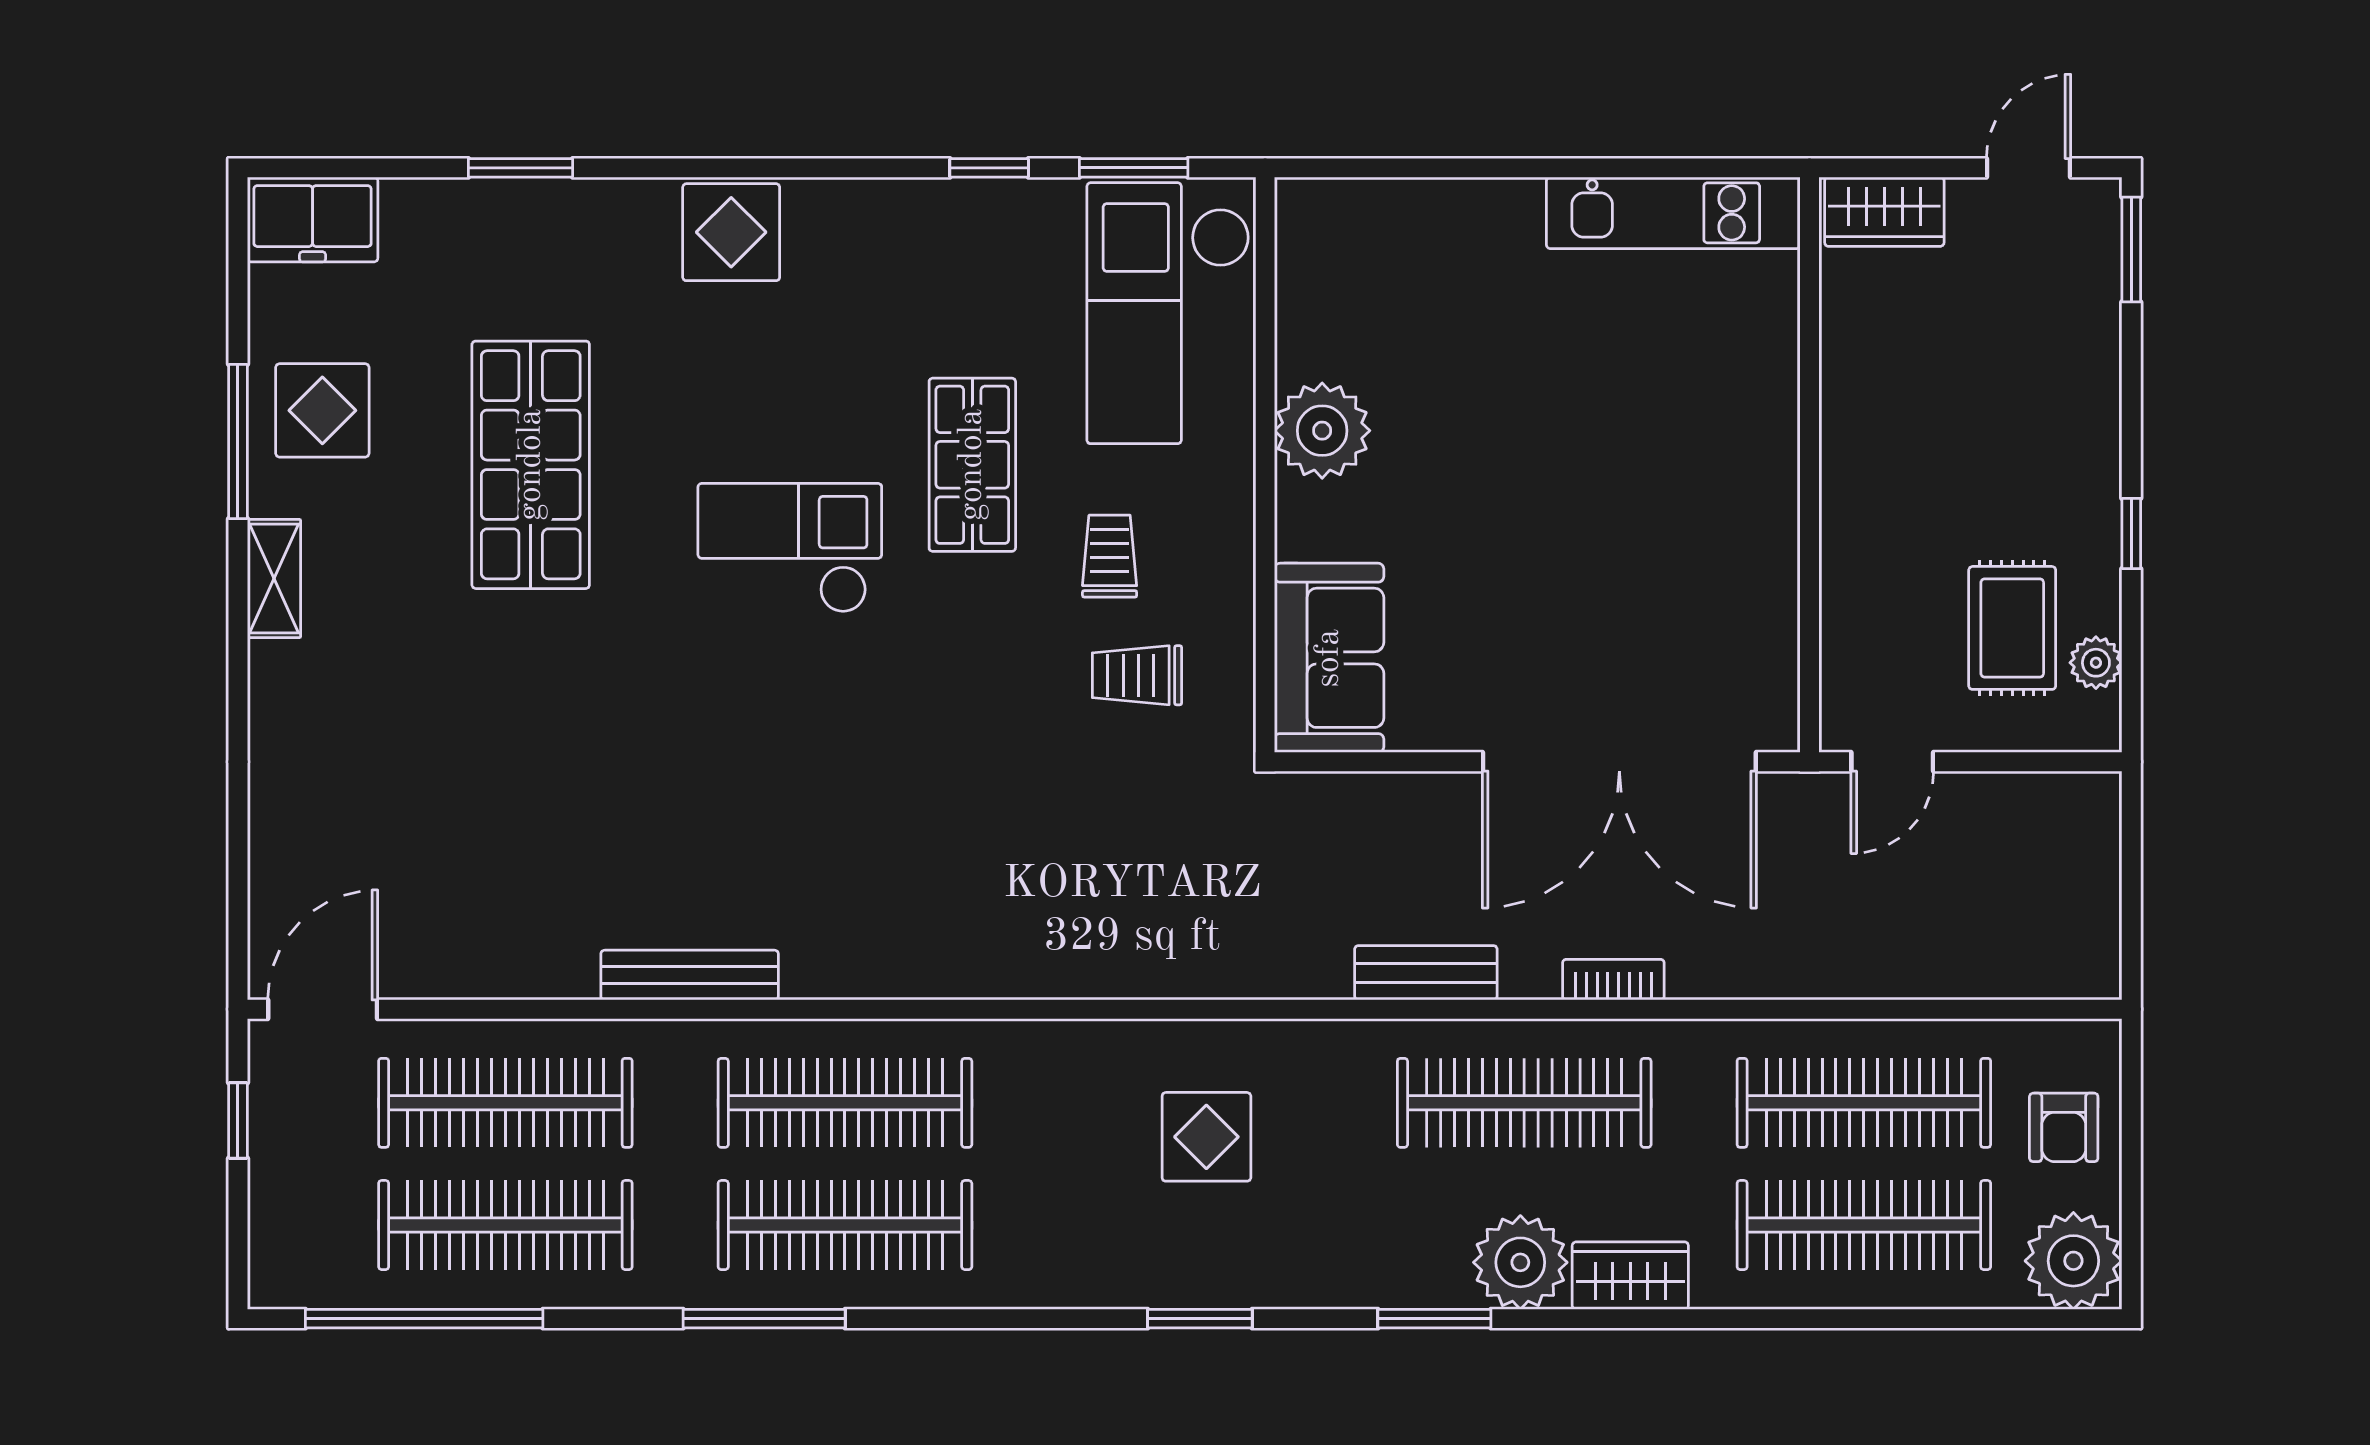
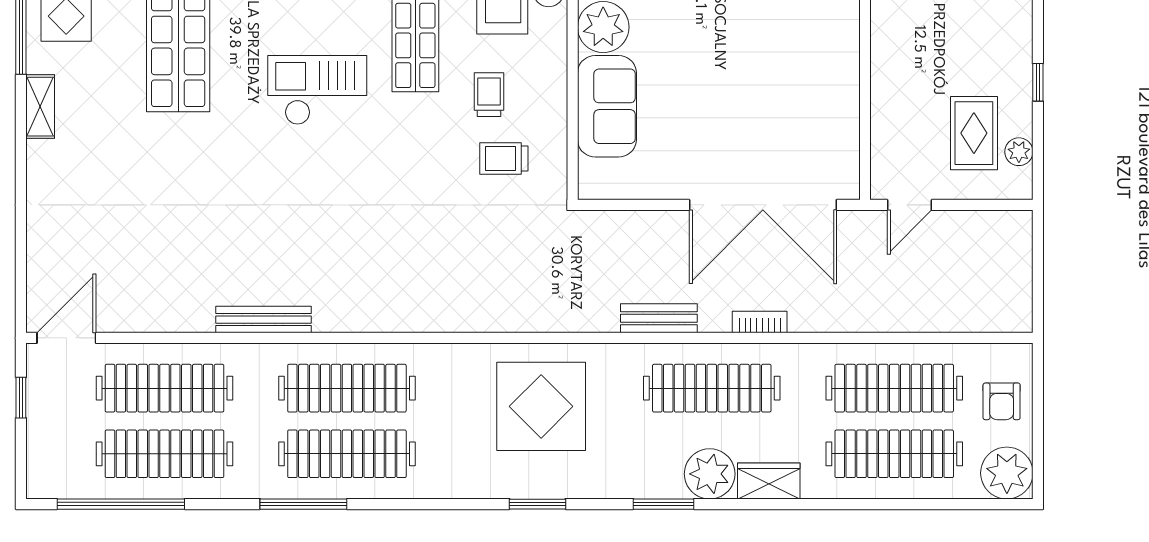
sofa: (1329, 658) -> (607, 106), moved
display table: (1206, 1137) -> (541, 406), width x1.86, depth x1.86

